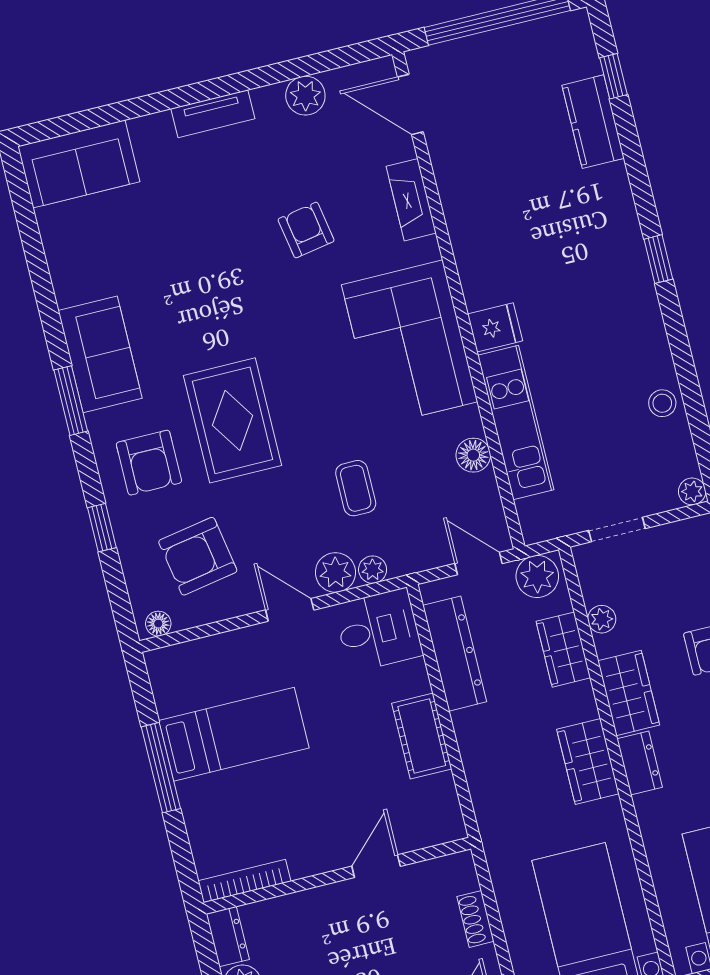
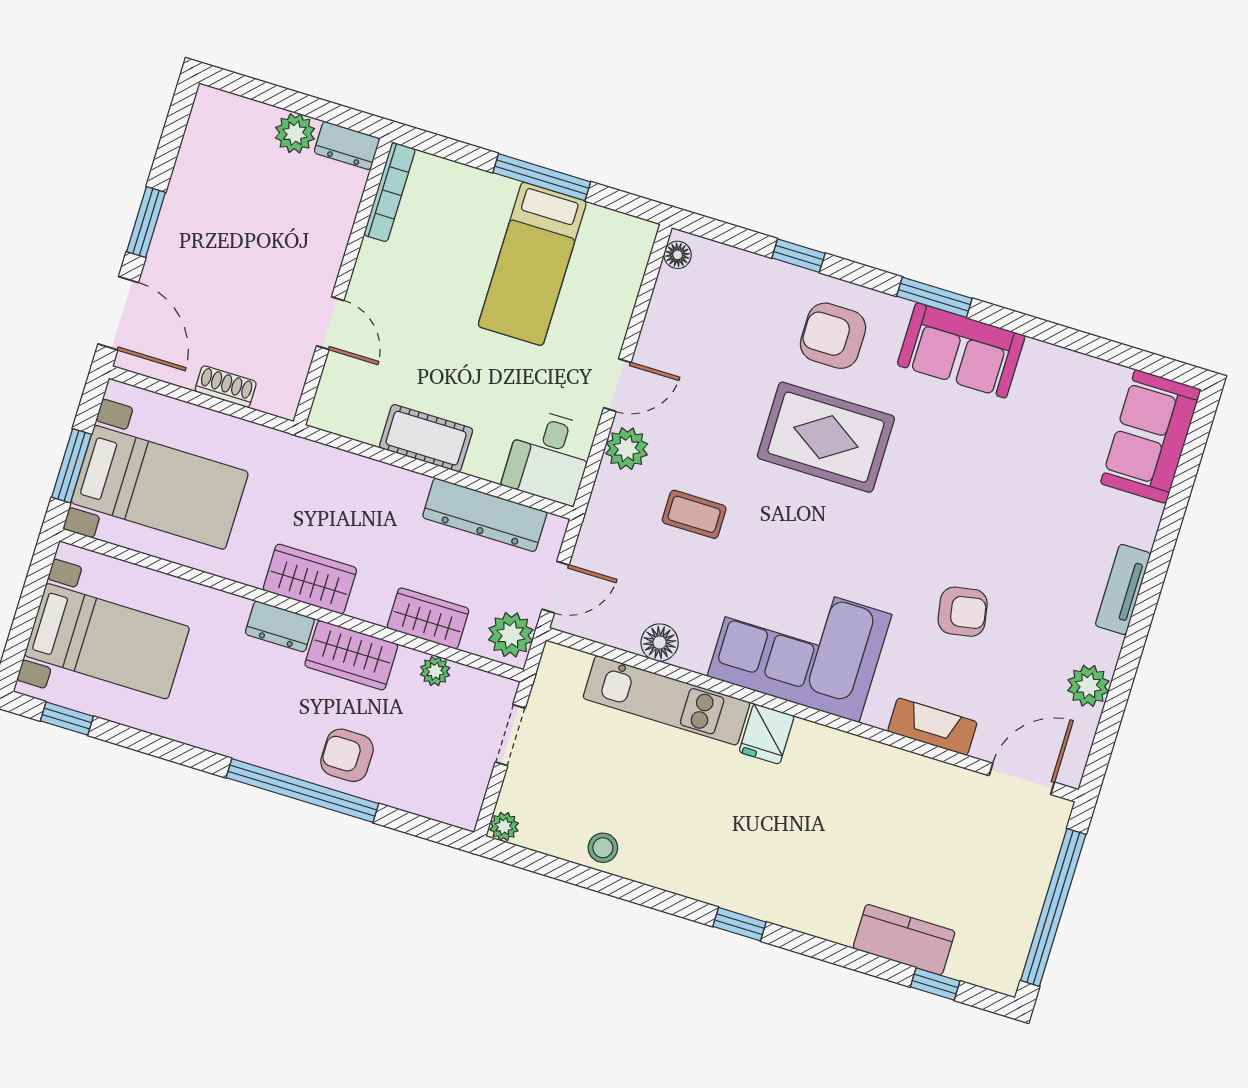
armchair: (198, 556) -> (718, 329), removed
plant: (373, 570) -> (609, 485), removed

